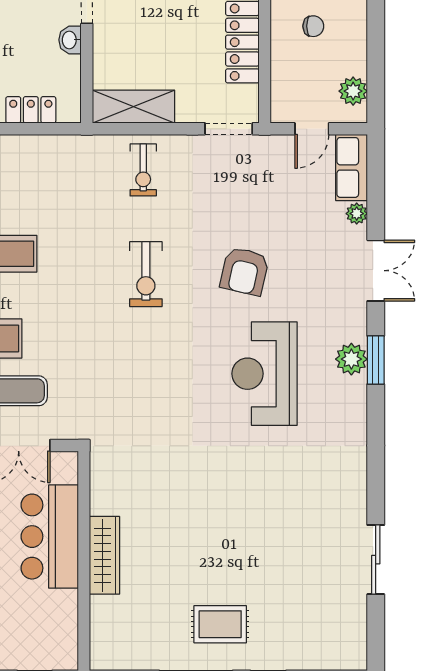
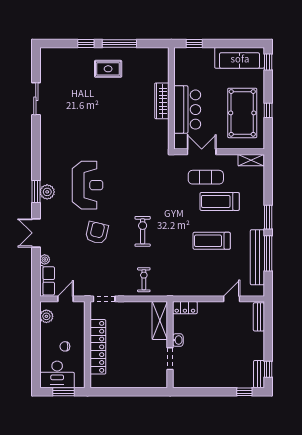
shelving: (133, 107) -> (160, 321), moved, turned 90
locker: (31, 110) -> (185, 308), moved

